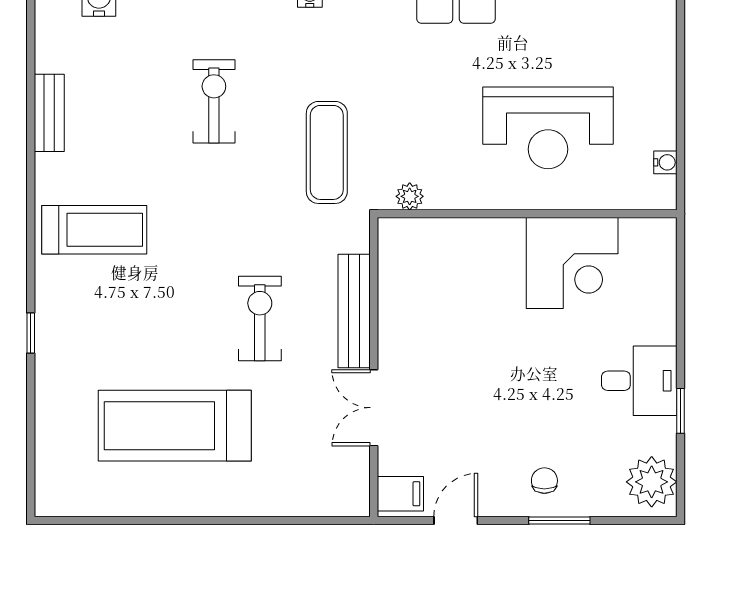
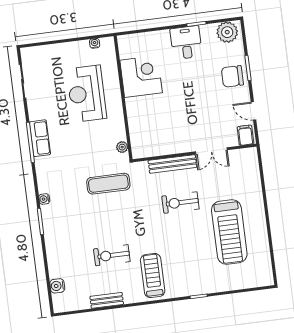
exercise bike: (214, 101) -> (112, 255), moved
reception desk: (548, 128) -> (87, 94), turned 180
chair: (544, 481) -> (232, 76), width x1.87, depth x1.87

